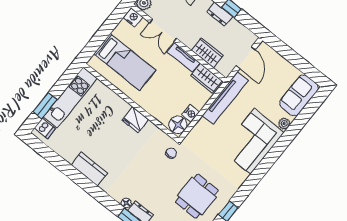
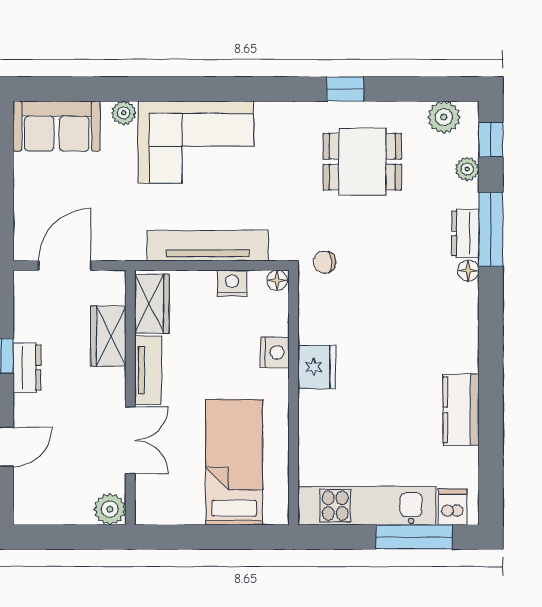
nightstand: (133, 18) -> (275, 352), moved, turned 180
tv unit: (225, 98) -> (208, 246), moved
window: (45, 106) -> (414, 537), width x1.44
floor lamp: (178, 125) -> (277, 280), width x0.53, depth x0.53
kitchen counter: (89, 169) -> (461, 410), moved

